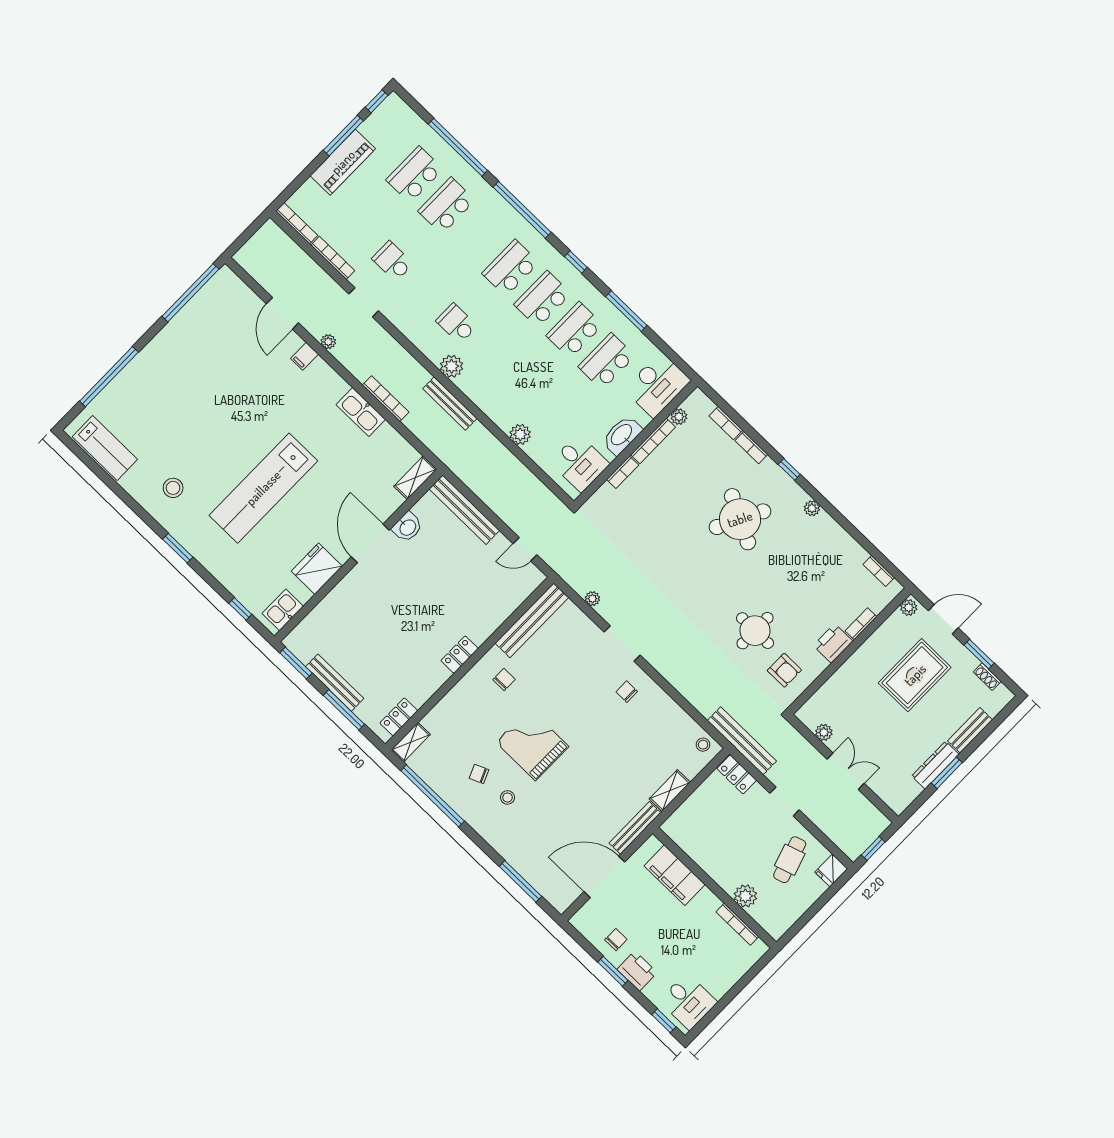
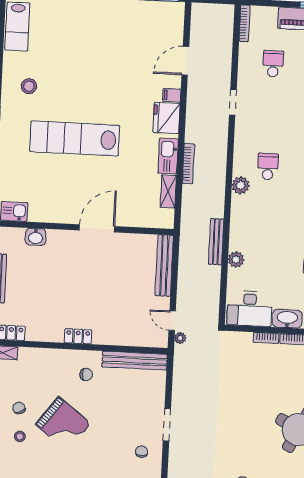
bookcase: (333, 258) -> (243, 62), removed
school desk: (393, 261) -> (273, 64), moved
plant: (328, 342) -> (192, 102), removed
bench: (450, 404) -> (216, 242), moved
desk: (580, 463) -> (250, 309), width x1.37
shelving: (415, 478) -> (168, 191), moved, turned 90
washbasin: (407, 527) -> (36, 237), moved
fridge: (317, 569) -> (166, 118), moved, turned -90
plant: (592, 599) -> (180, 338), moved
grand piano: (532, 744) -> (63, 424), turned 127

